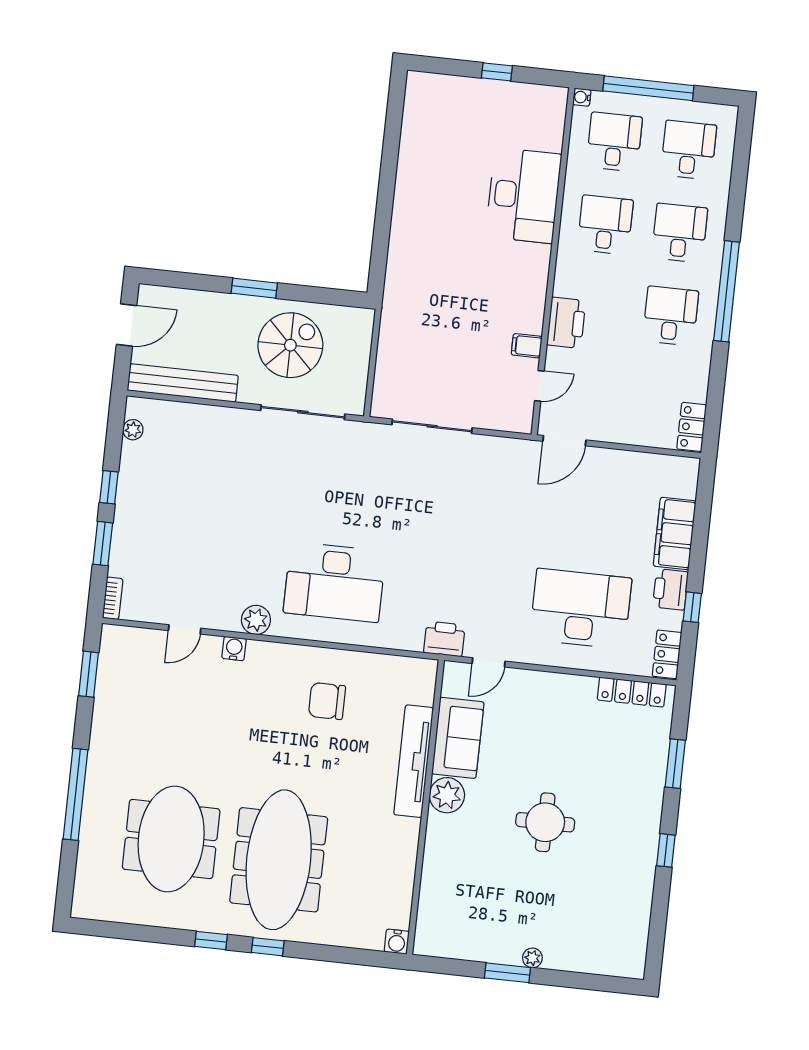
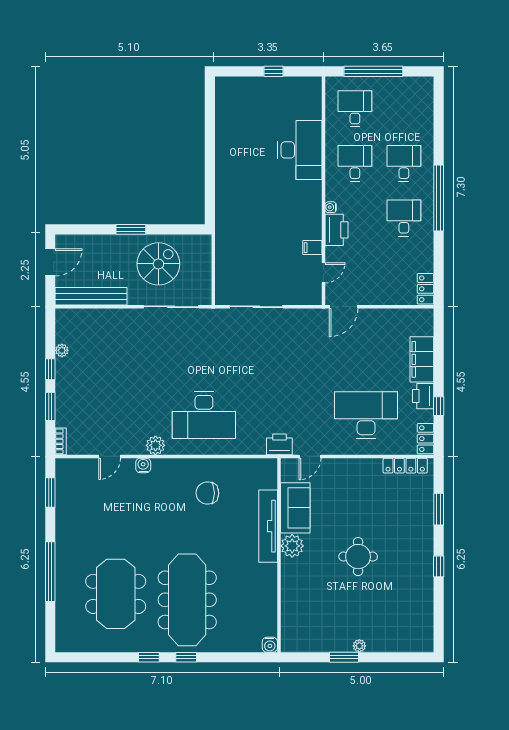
water cooler: (582, 97) -> (331, 207), moved
desk: (689, 150) -> (404, 109), removed
plant: (133, 430) -> (62, 350), moved

